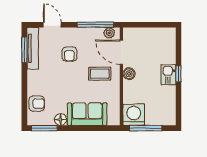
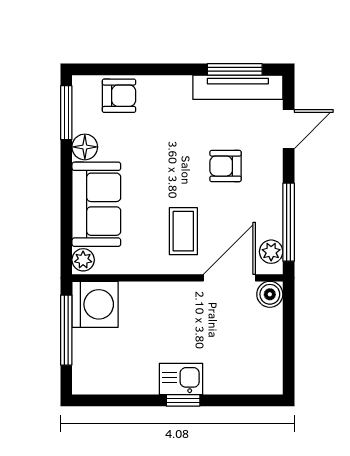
boiler: (129, 74) -> (270, 294), moved
armchair: (37, 104) -> (119, 96), turned -90
plant: (113, 120) -> (83, 260), added

